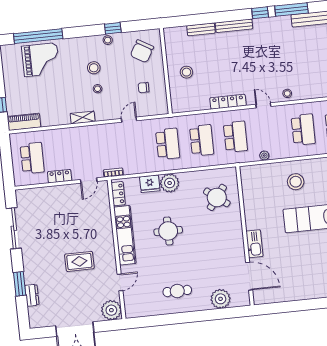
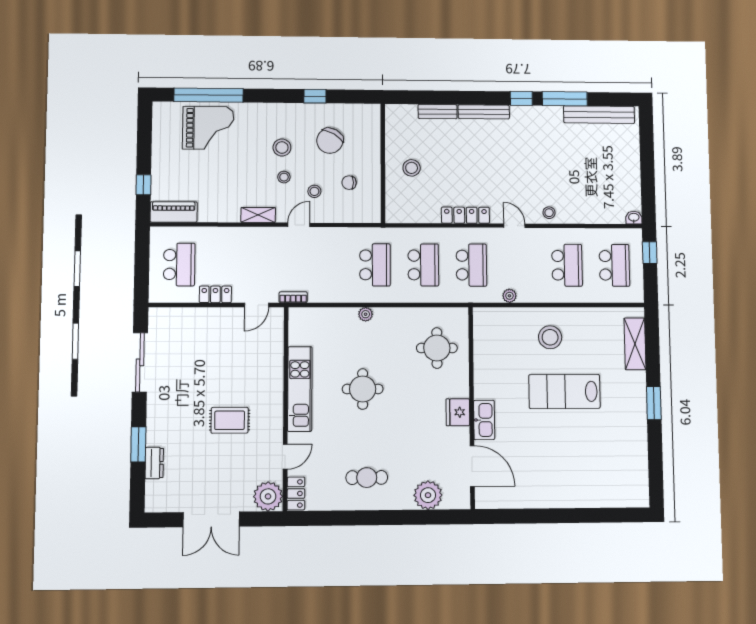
stool: (108, 40) -> (314, 191), moved
chair: (142, 51) -> (330, 141), moved
door: (129, 120) -> (299, 225), moved
plant: (170, 183) -> (366, 314), width x0.53, depth x0.53
fridge: (150, 184) -> (458, 412), moved, turned 90
locker: (118, 194) -> (296, 494), moved
round table: (217, 197) -> (437, 348), turned -37

